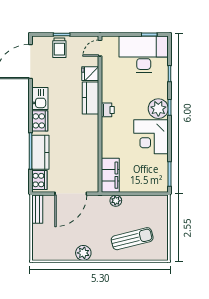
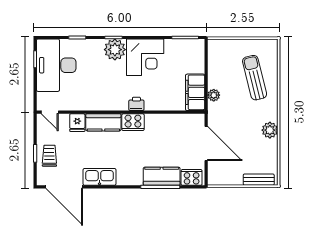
trolley: (59, 48) -> (49, 156), turned -90
kitchen sink: (40, 99) -> (100, 177), width x1.38
printer: (108, 110) -> (136, 104), moved
cooker: (40, 121) -> (133, 122), moved, turned 180
filing cabinet: (110, 175) -> (195, 92), moved, turned -90
bench: (37, 209) -> (259, 180), moved

